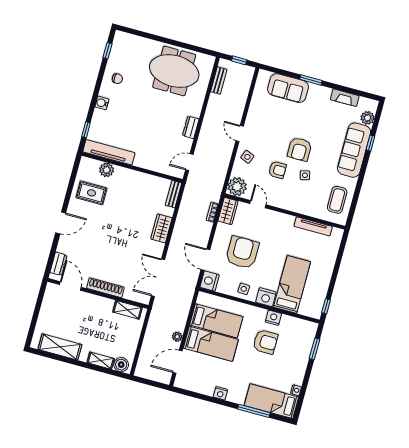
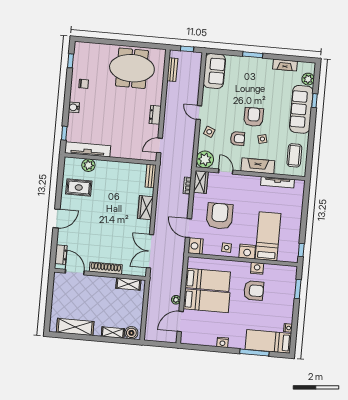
sofa: (288, 88) -> (214, 71), moved, turned -90
armchair: (300, 149) -> (254, 117), turned 180
fireplace: (295, 204) -> (258, 166), added

